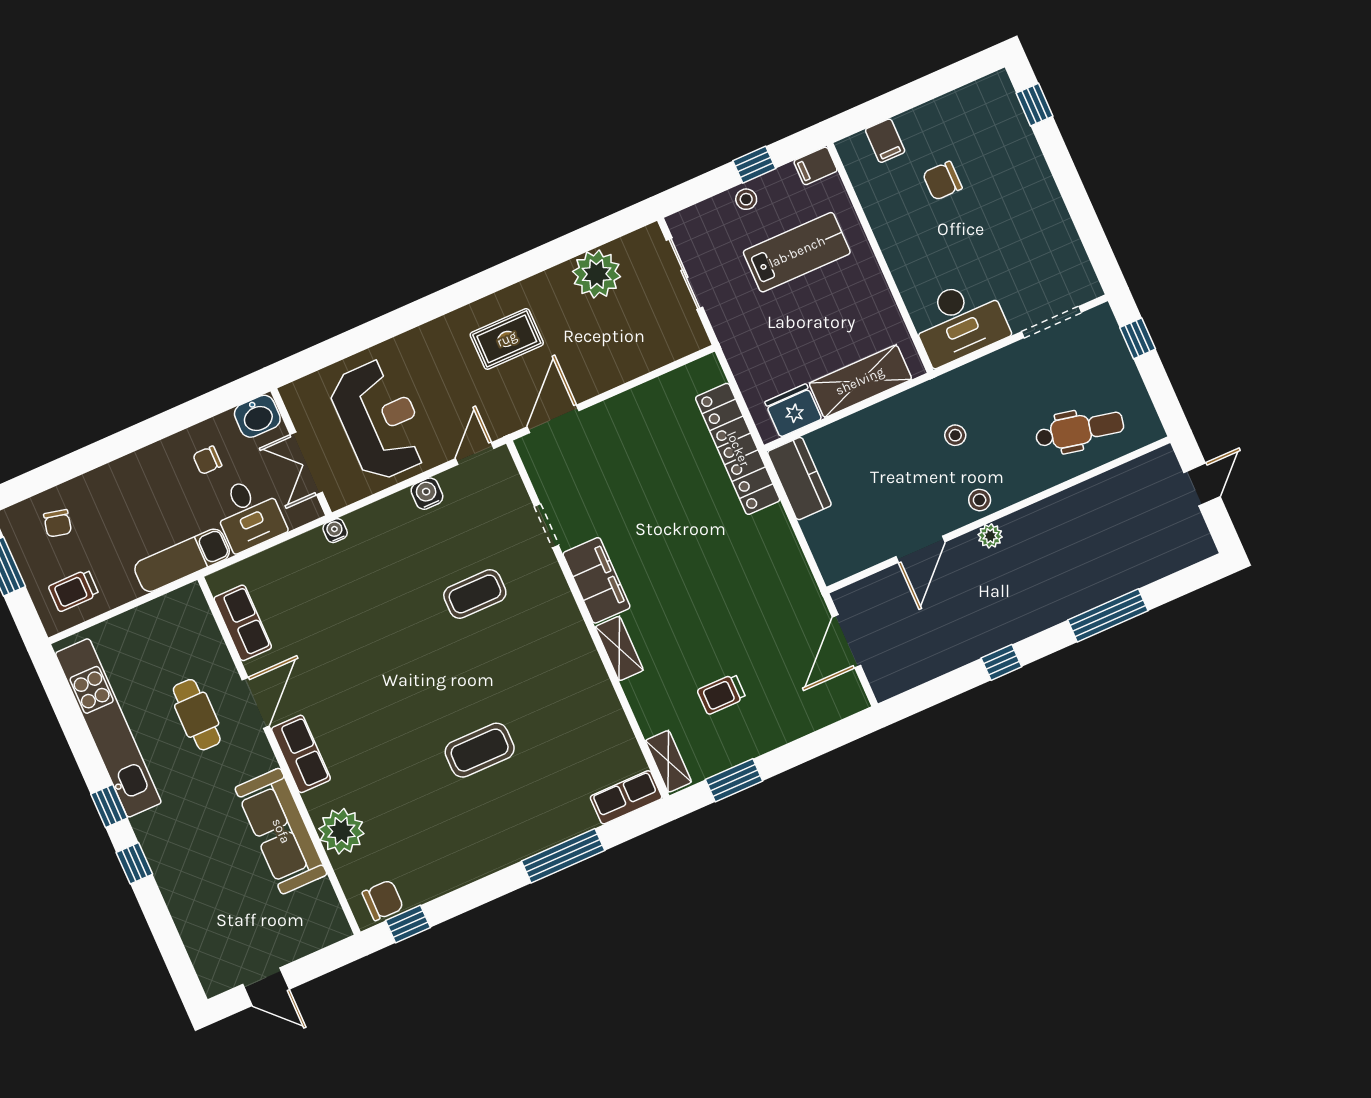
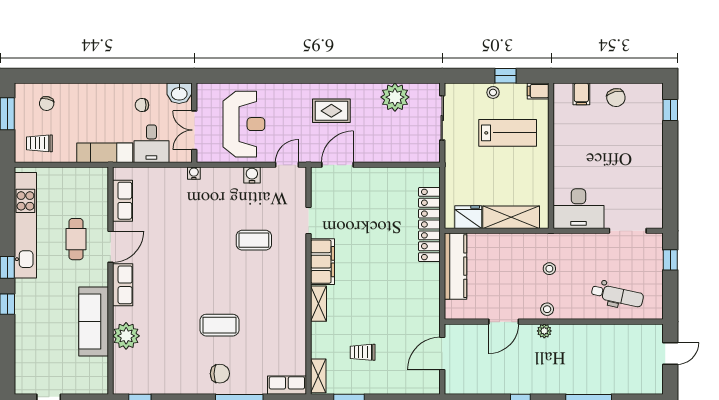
chair: (942, 181) -> (616, 98), moved, turned -105
kitchen counter: (799, 479) -> (455, 266), width x1.50
chair: (383, 900) -> (220, 374), moved

